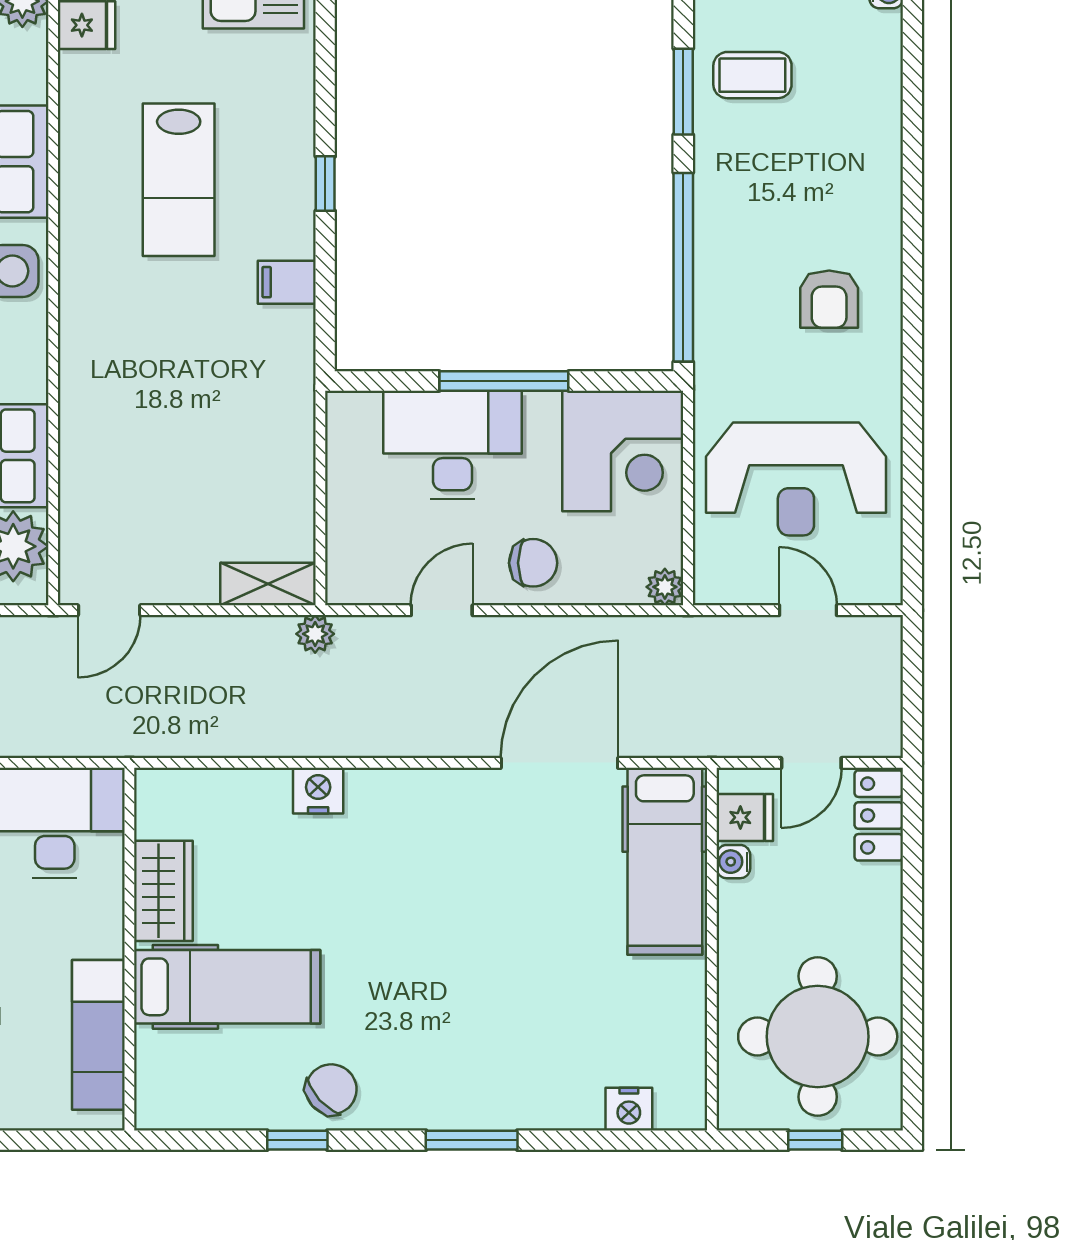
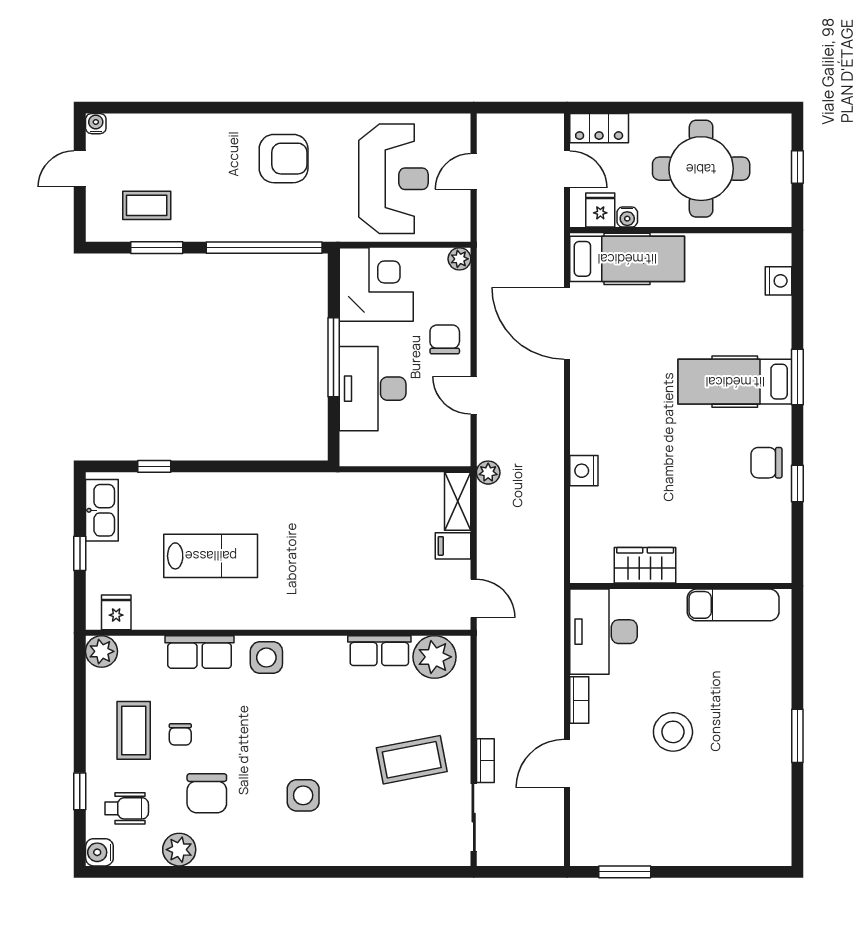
coffee table: (752, 75) -> (147, 205), turned 90
window: (325, 184) -> (154, 466), moved
filing cabinet: (287, 282) -> (453, 546), moved, turned 90
armchair: (829, 299) -> (284, 159), width x1.38, depth x1.38
hospital bed: (227, 987) -> (735, 382), moved, turned -90
round table: (818, 1037) -> (701, 169), moved
chair: (331, 1089) -> (766, 463), turned -48

